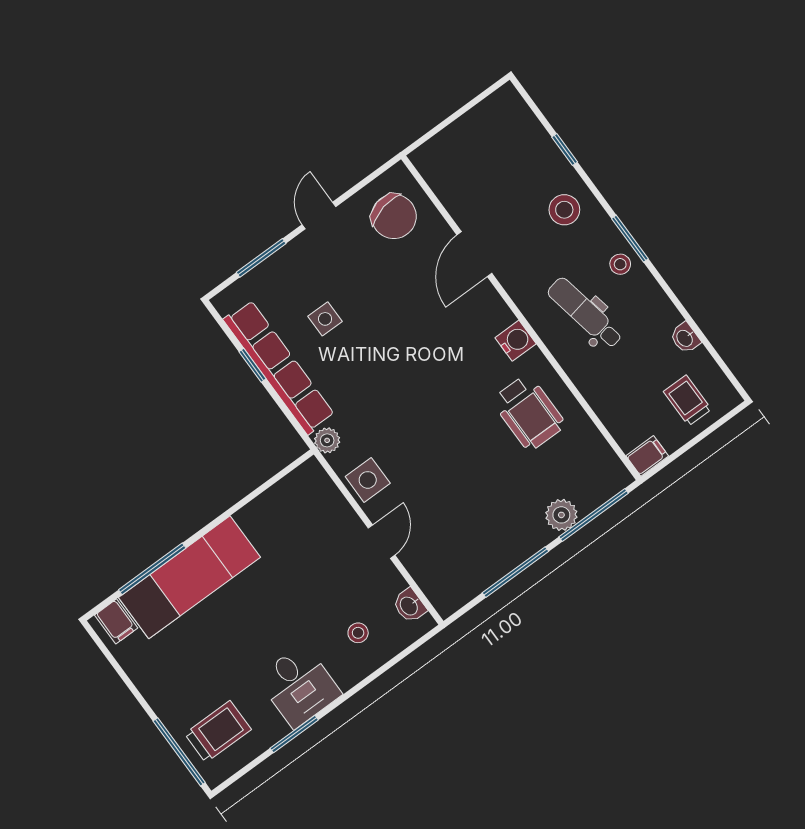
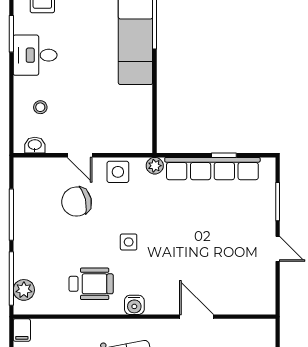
chair: (394, 216) -> (77, 202), moved
side table: (325, 319) -> (129, 242), moved
wheelchair: (529, 412) -> (91, 284), turned 180
plant: (561, 515) -> (24, 290), moved

